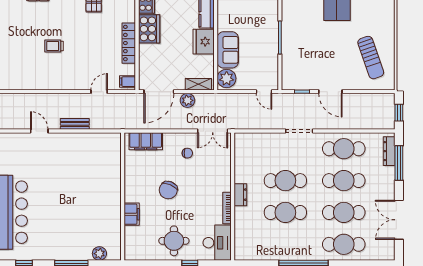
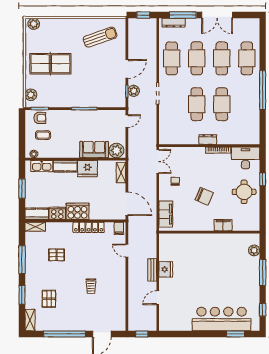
plant: (187, 100) -> (134, 91), moved
fridge: (75, 141) -> (166, 269), added
double door: (399, 220) -> (217, 15), moved

